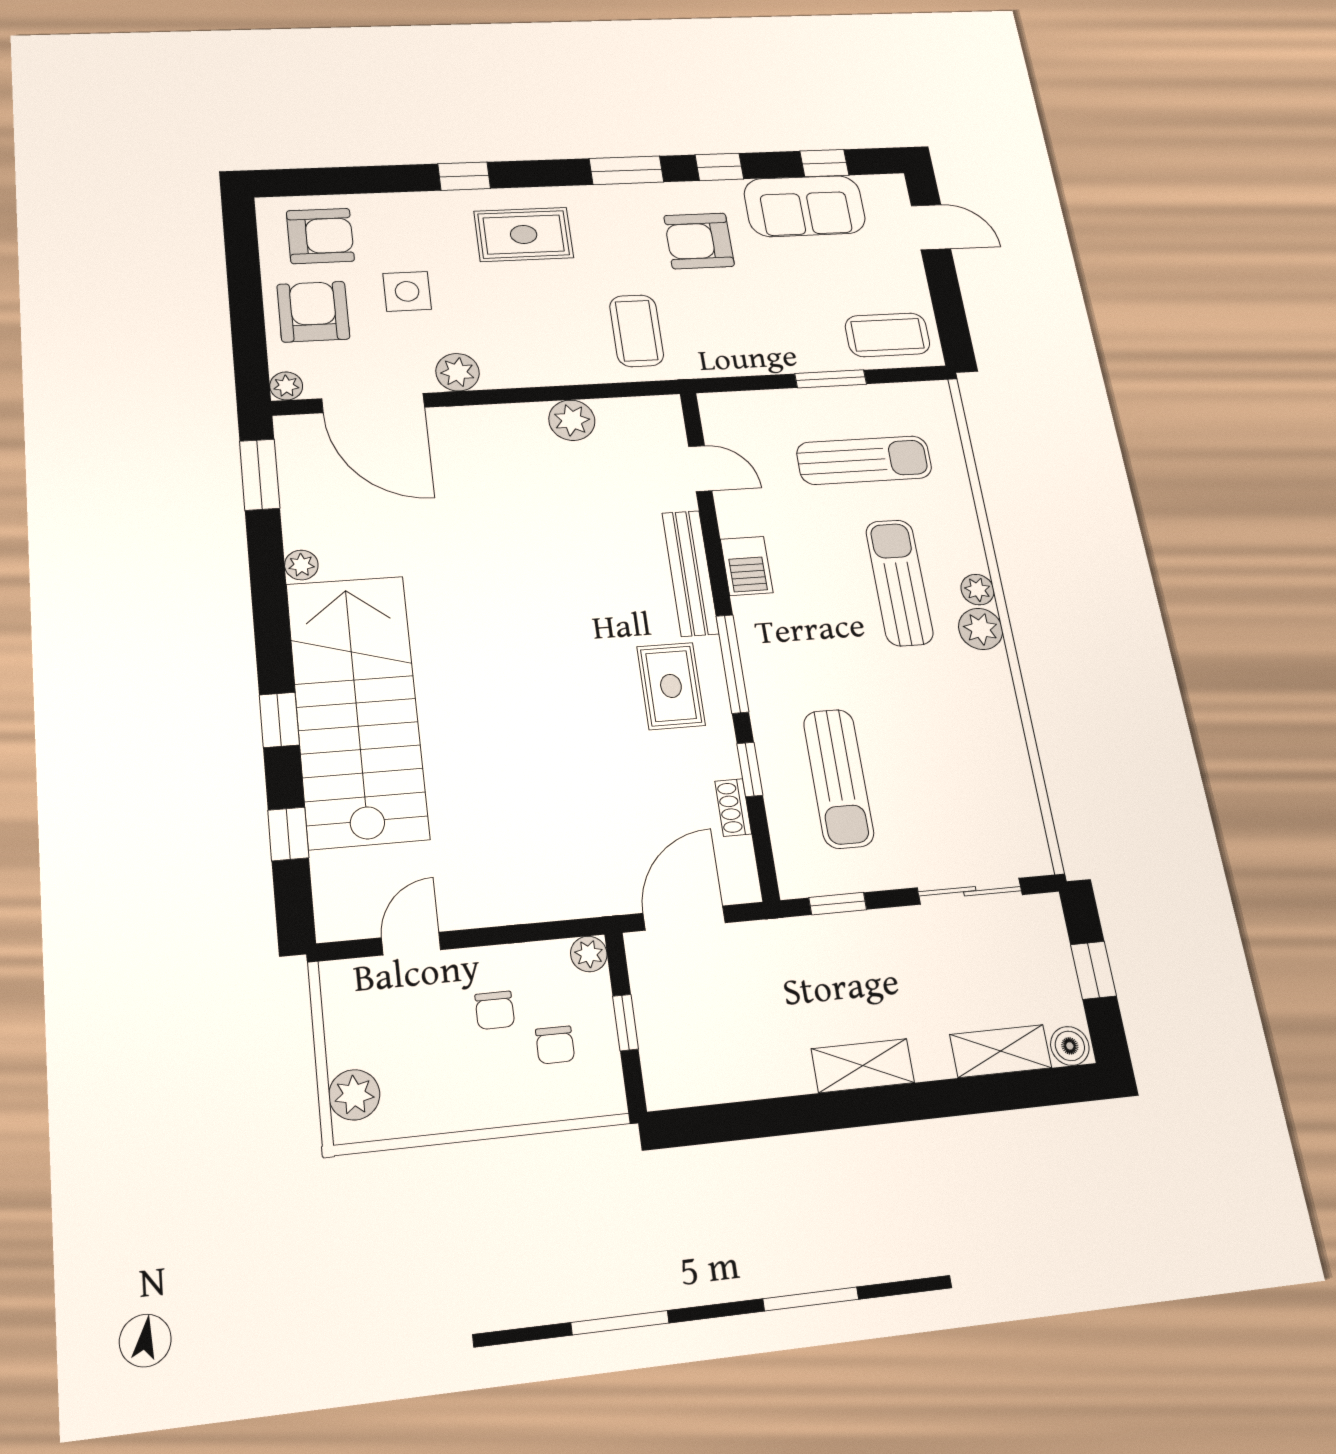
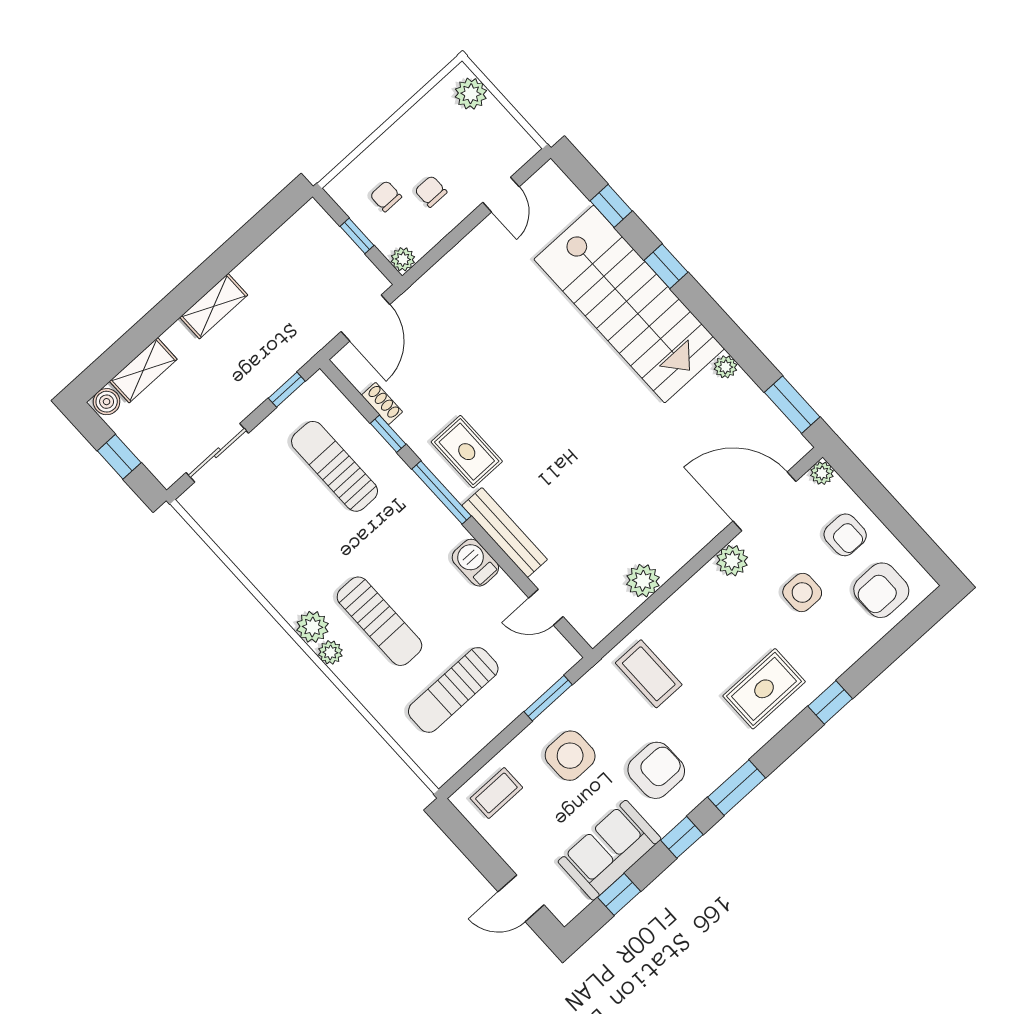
armchair: (313, 312) -> (845, 535), width x0.72, depth x0.72
side table: (781, 315) -> (570, 756), added
coffee table: (887, 335) -> (496, 793), width x0.73, depth x0.77
window: (831, 379) -> (548, 698), moved

